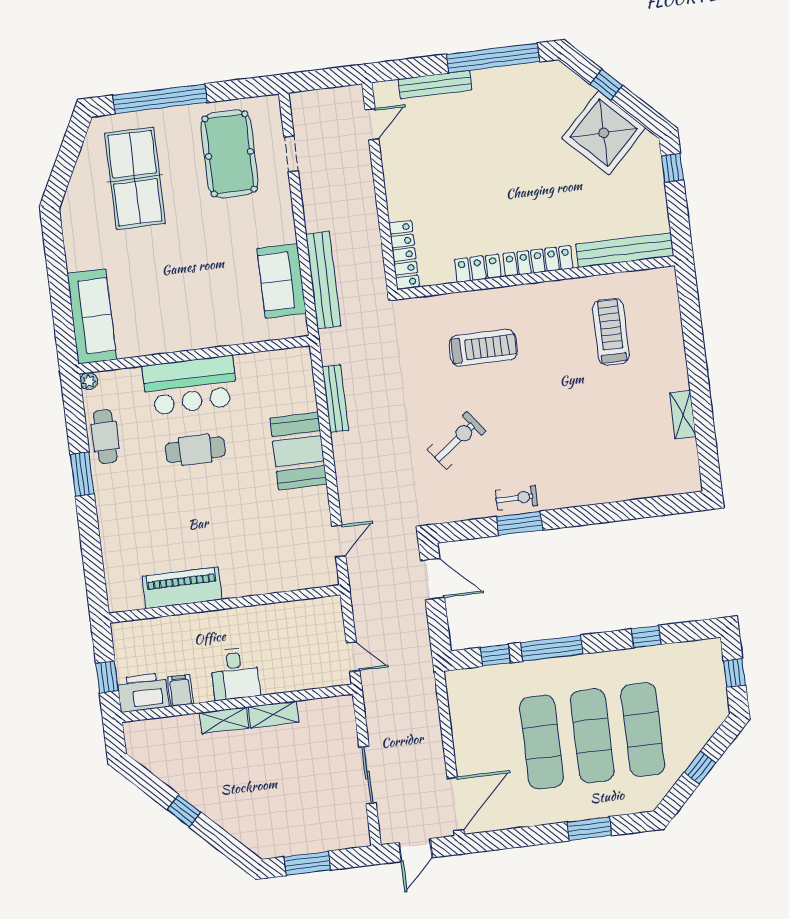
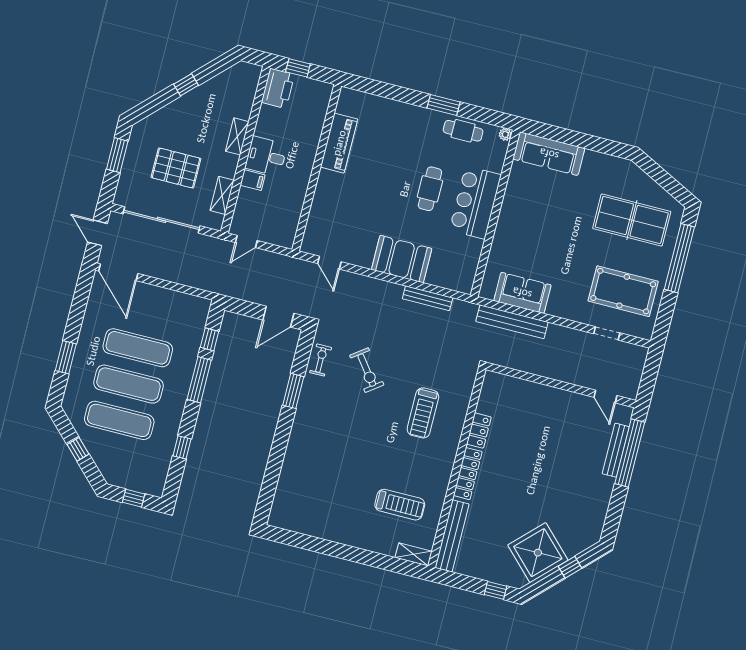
window: (493, 58) -> (630, 453), moved
locker: (404, 255) -> (508, 384), removed
shelving: (683, 415) -> (413, 554), moved
exercise bike: (516, 498) -> (321, 360), moved, turned 180
filing cabinet: (180, 691) -> (253, 180), moved
shelving: (274, 714) -> (222, 195), moved
sliding door: (367, 775) -> (161, 220), width x1.86
pallet: (294, 782) -> (176, 168), added

